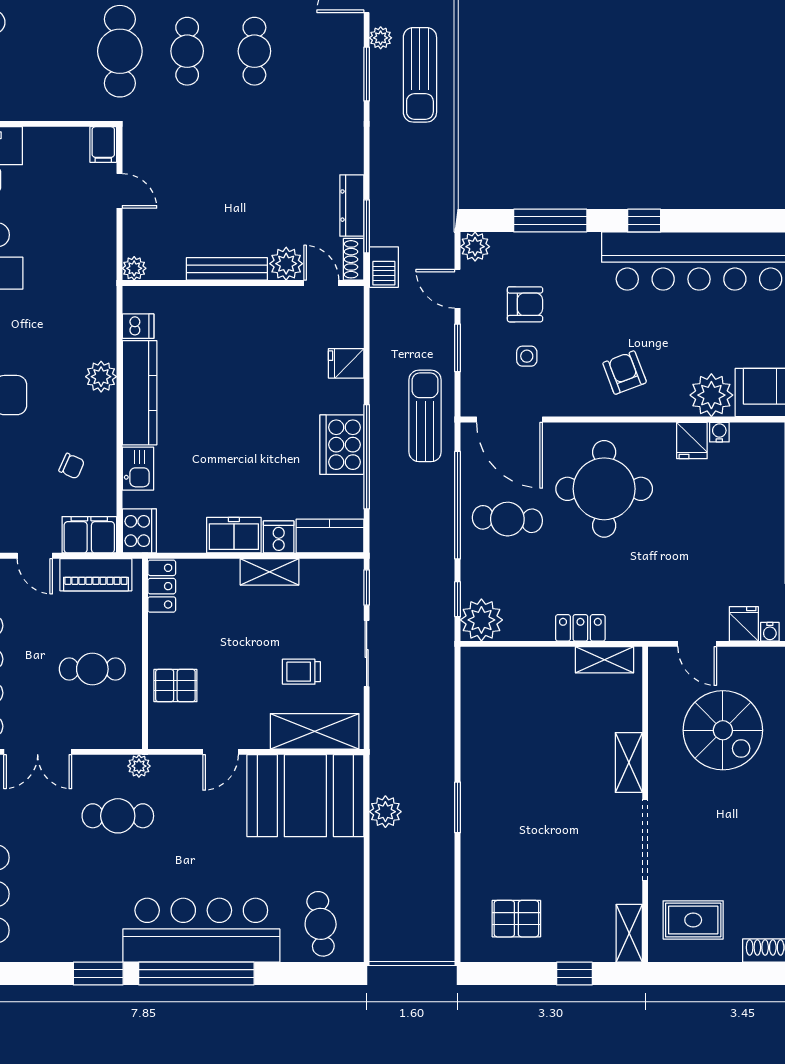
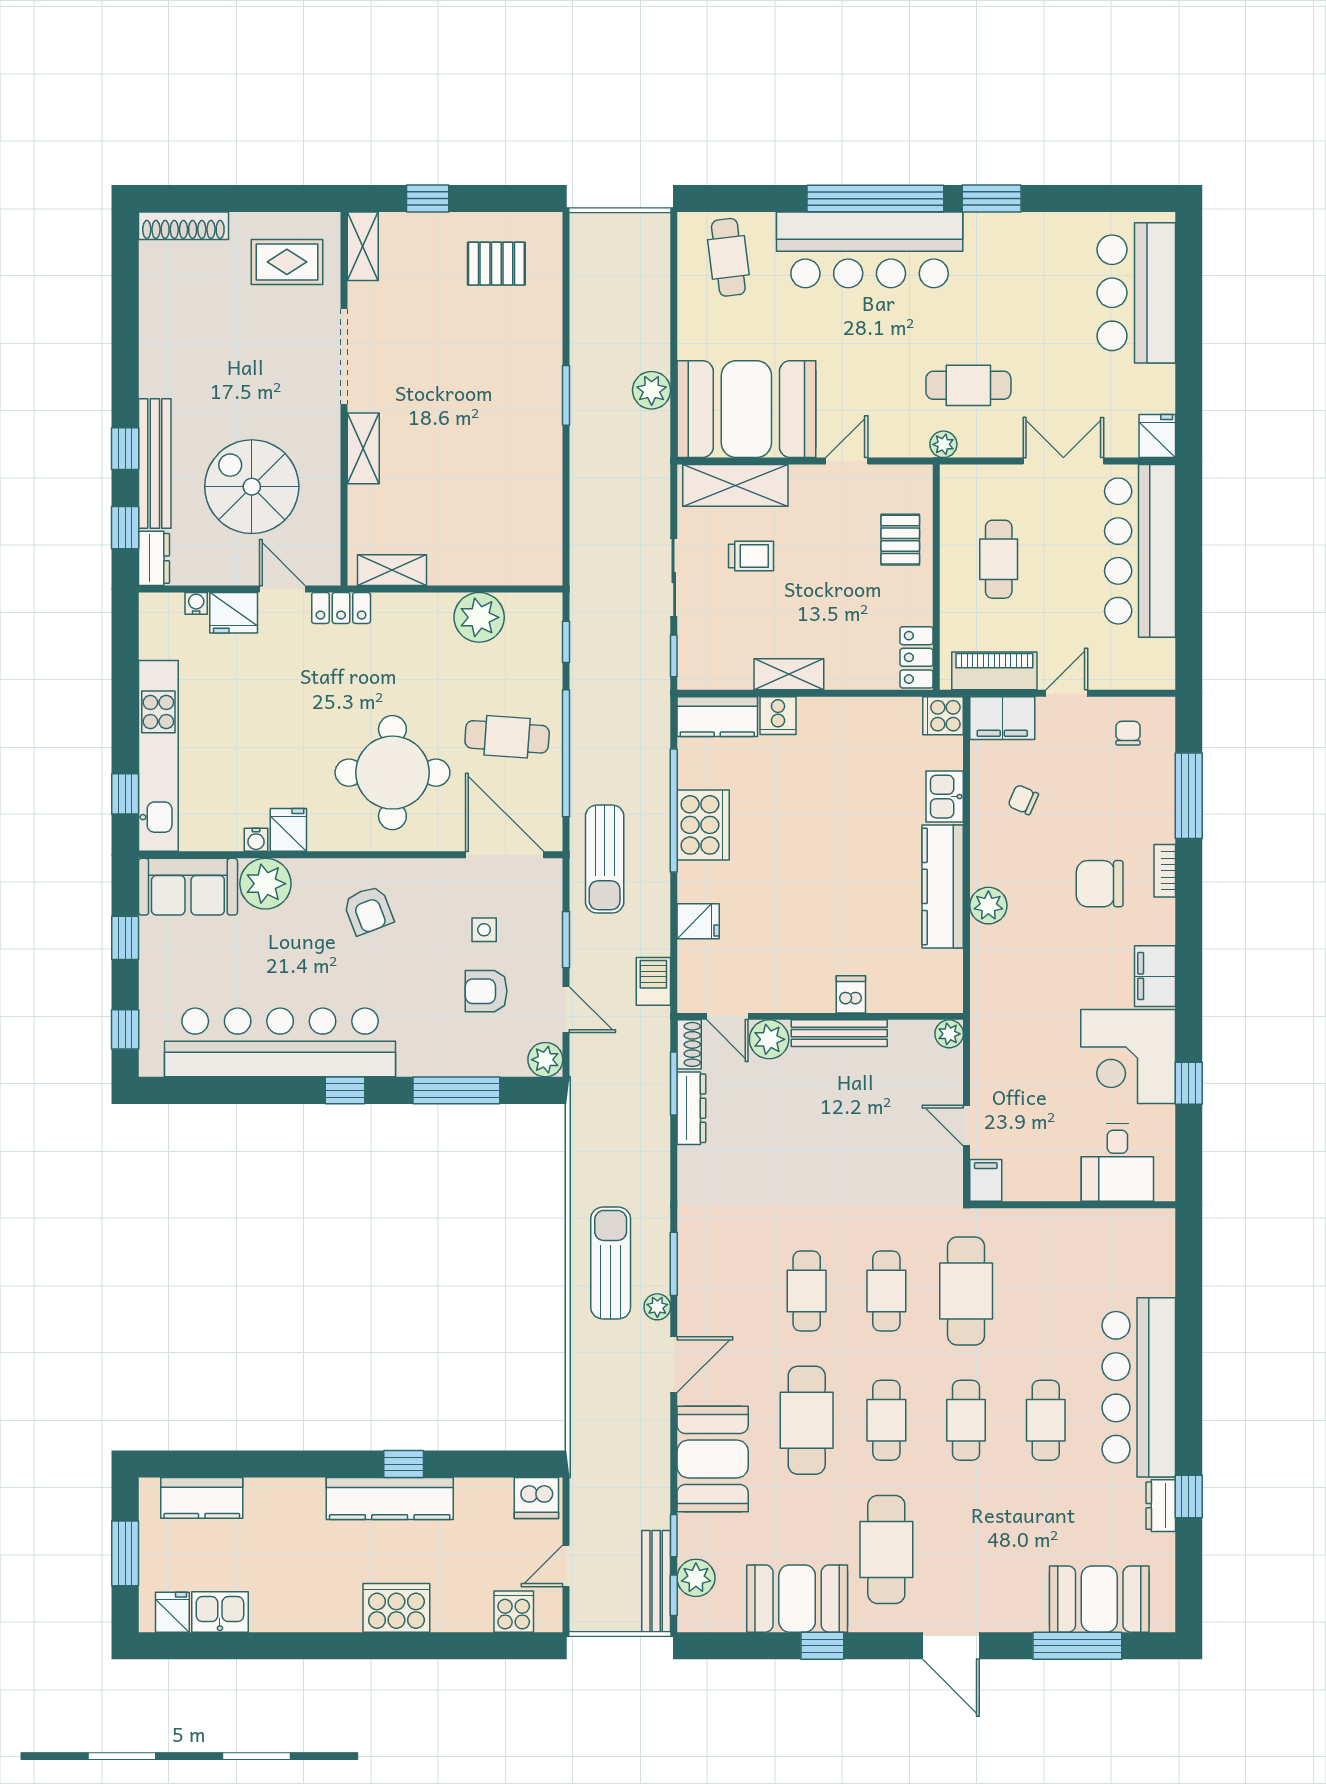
barbecue: (384, 267) -> (653, 981), moved
dishwasher: (138, 326) -> (851, 994), moved, turned 90
cooker: (139, 531) -> (943, 716), width x0.73
freezer: (234, 535) -> (831, 718), removed
door: (35, 556) -> (1067, 693), hinge flipped
plant: (481, 620) -> (479, 617), moved
fridge: (744, 624) -> (234, 613), width x1.38
locker: (580, 628) -> (341, 608), moved
cafe table: (92, 669) -> (999, 559), turned 90
pallet: (175, 686) -> (900, 540), turned 90

